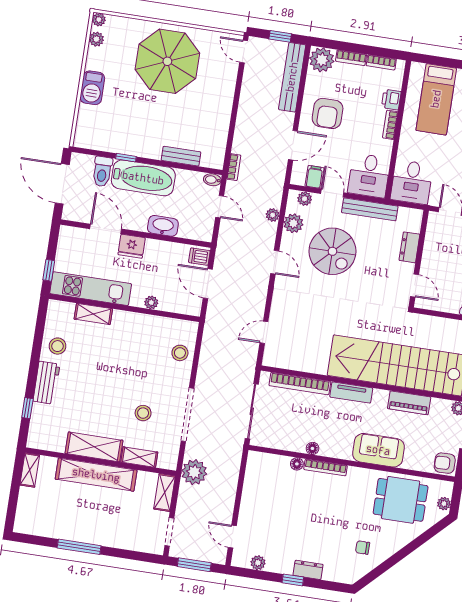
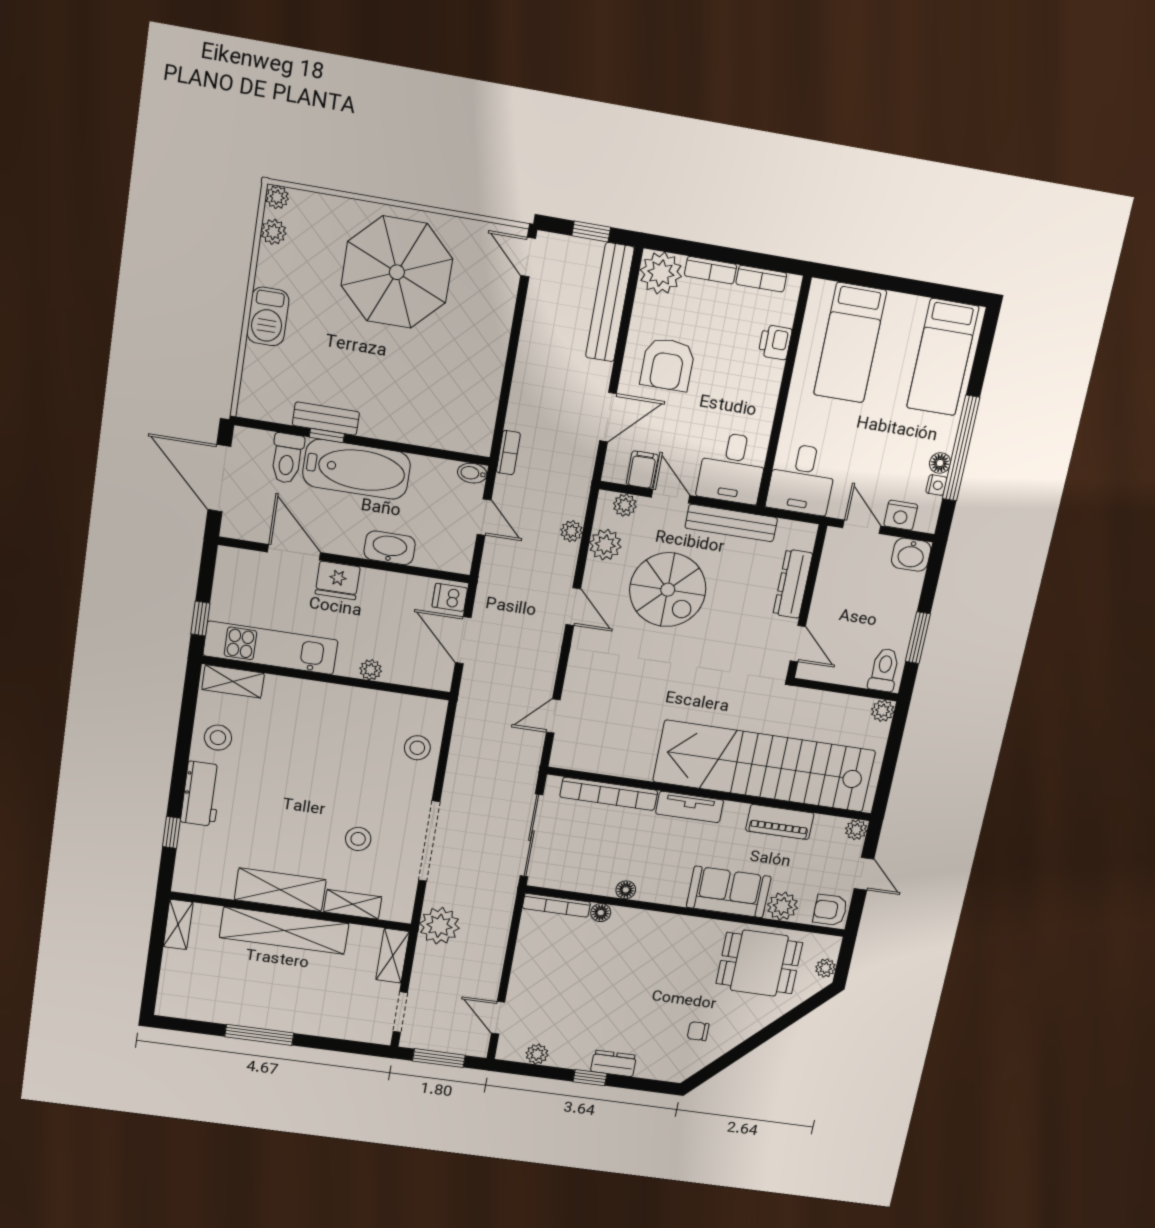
bookcase: (390, 125) -> (771, 385), removed
bench: (181, 156) -> (326, 419), moved
dresser: (409, 247) -> (793, 584), width x1.44
shelving: (93, 314) -> (233, 681), moved
plant: (414, 460) -> (783, 906), added
bookcase: (326, 467) -> (556, 905), moved

